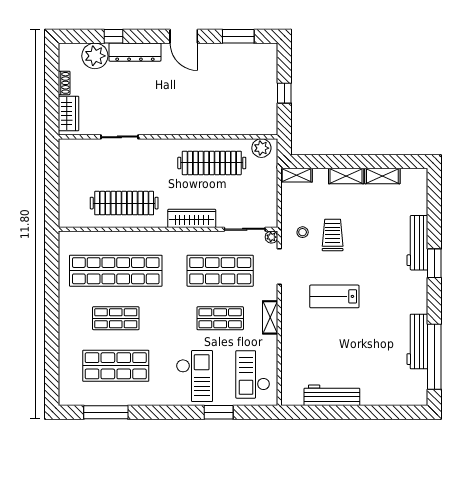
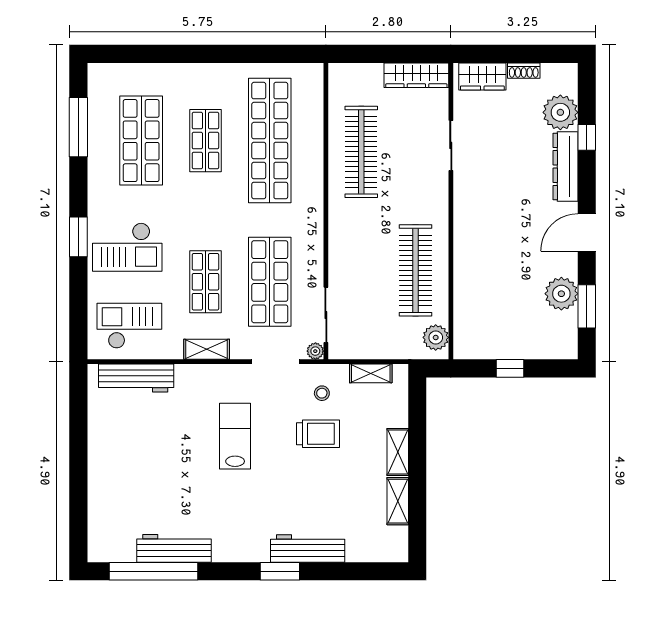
plant: (229, 55) -> (561, 294), added
shelving: (297, 175) -> (371, 373), moved, turned 90
wardrobe: (192, 218) -> (416, 75), moved, turned 90
workbench: (332, 395) -> (136, 378), moved, turned 90
window: (219, 412) -> (78, 237), moved

